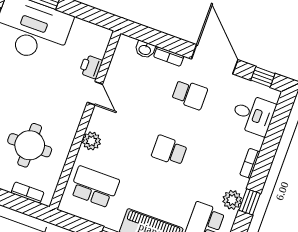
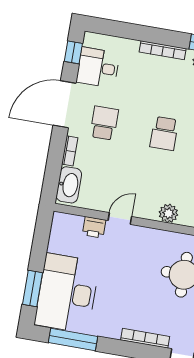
washbasin: (145, 50) -> (69, 185), width x1.91, depth x1.45
desk: (253, 115) -> (98, 68), moved, turned -90
bookcase: (250, 163) -> (163, 50), width x1.56

